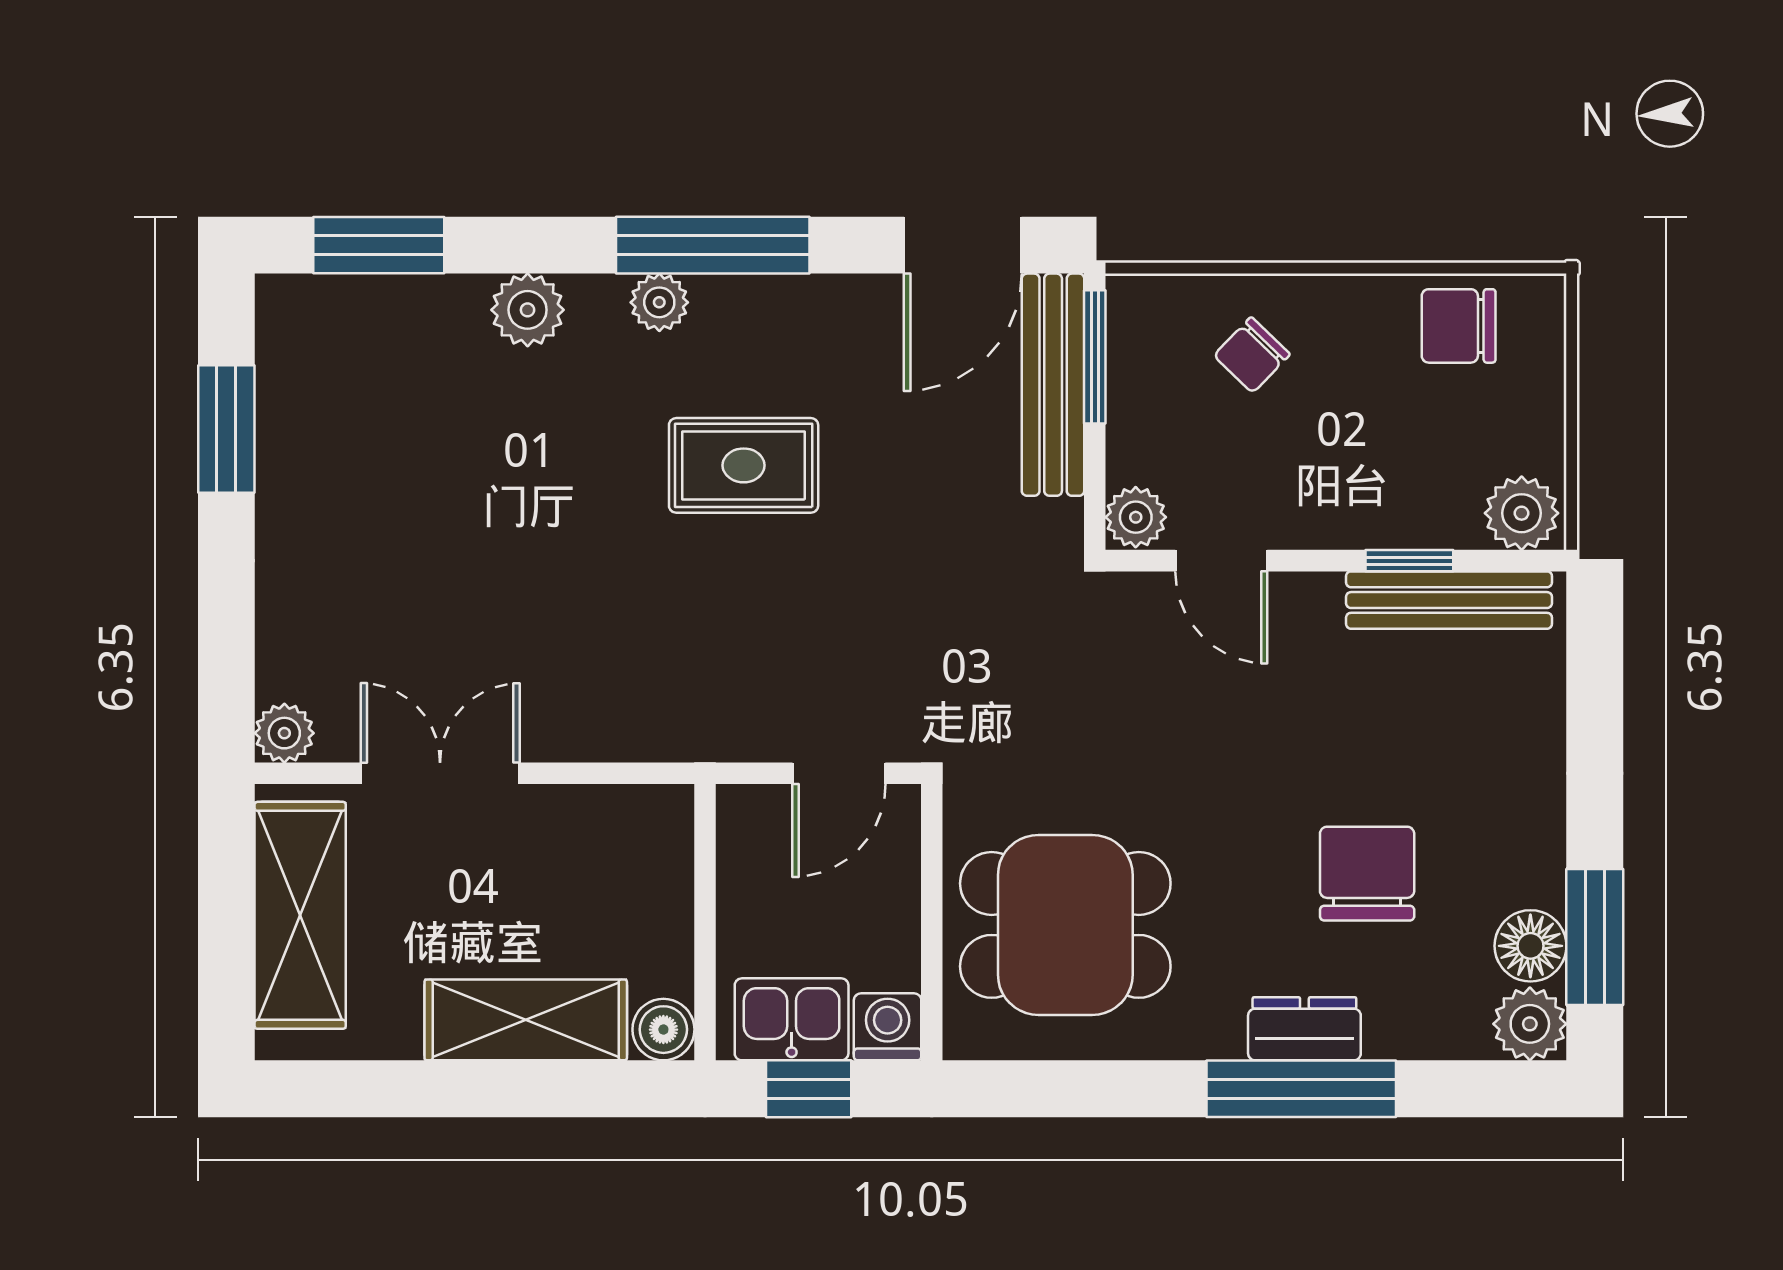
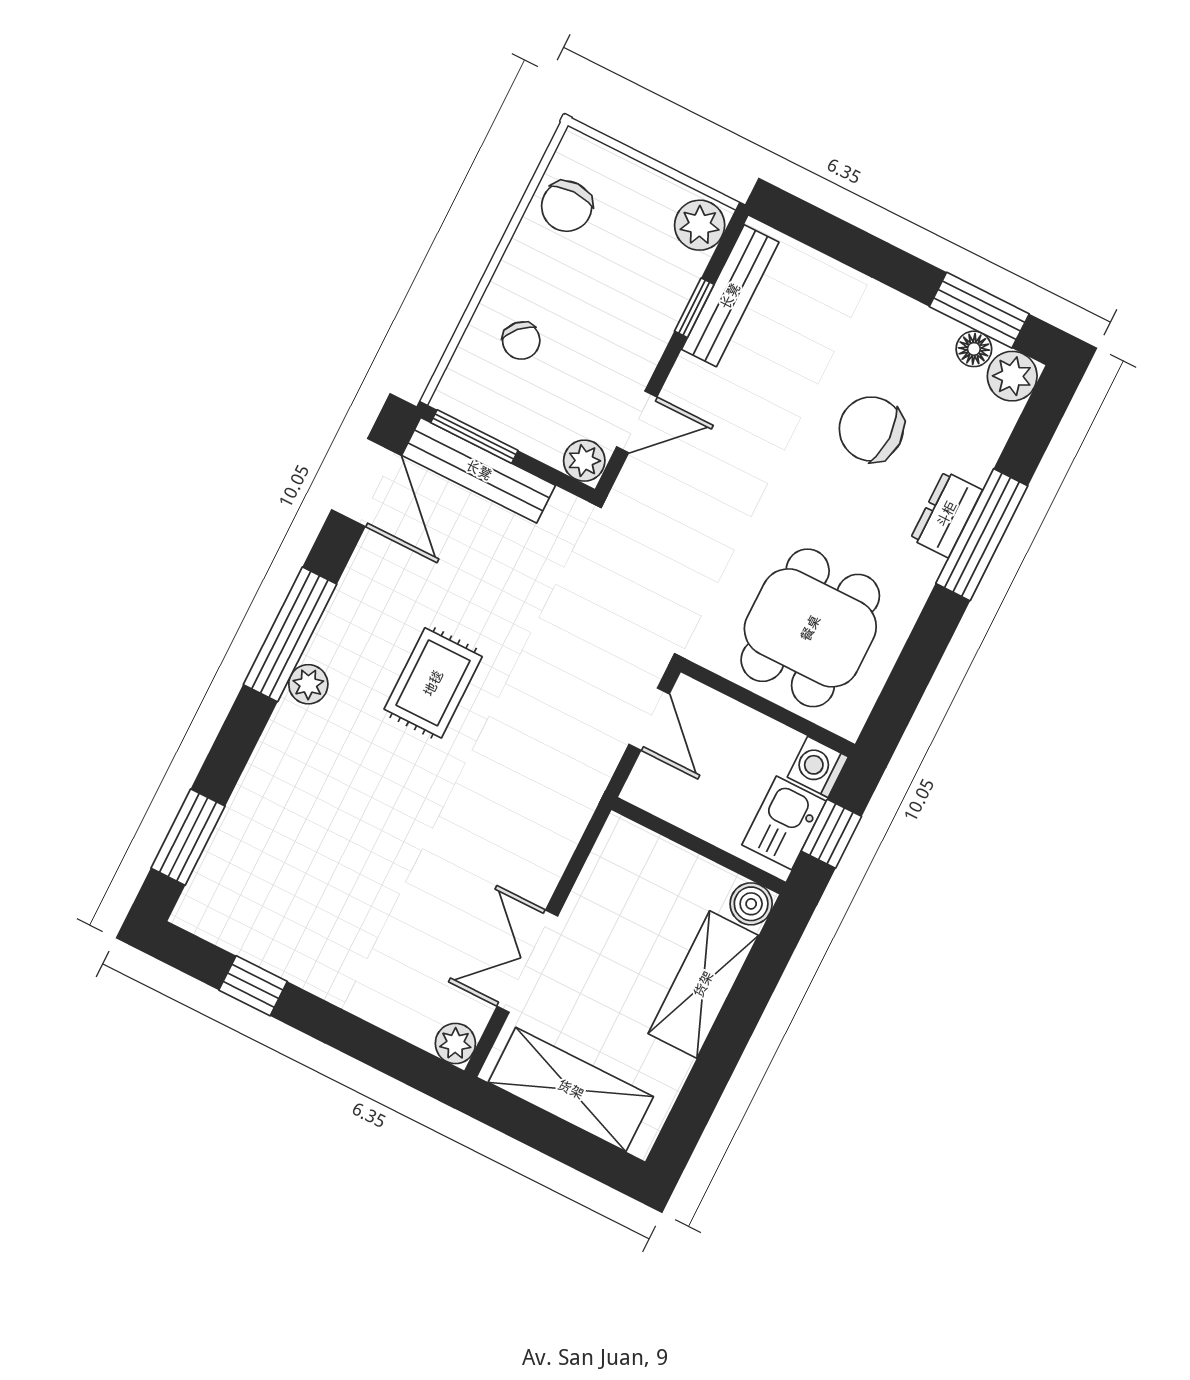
plant: (528, 310) -> (273, 767), removed
window: (226, 429) -> (253, 986), width x0.67
floor lamp: (1530, 946) -> (974, 349), width x0.73, depth x0.73

